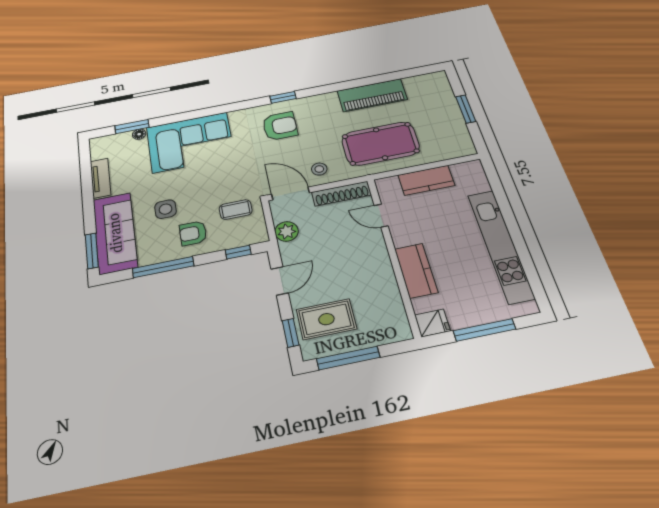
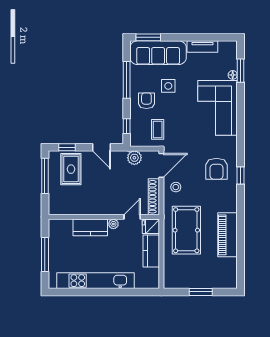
plant: (400, 239) -> (113, 224), added
fridge: (432, 323) -> (151, 227), moved, turned 90

